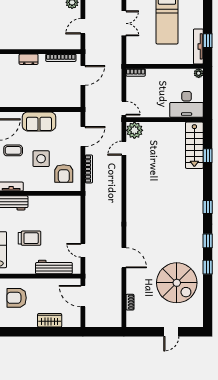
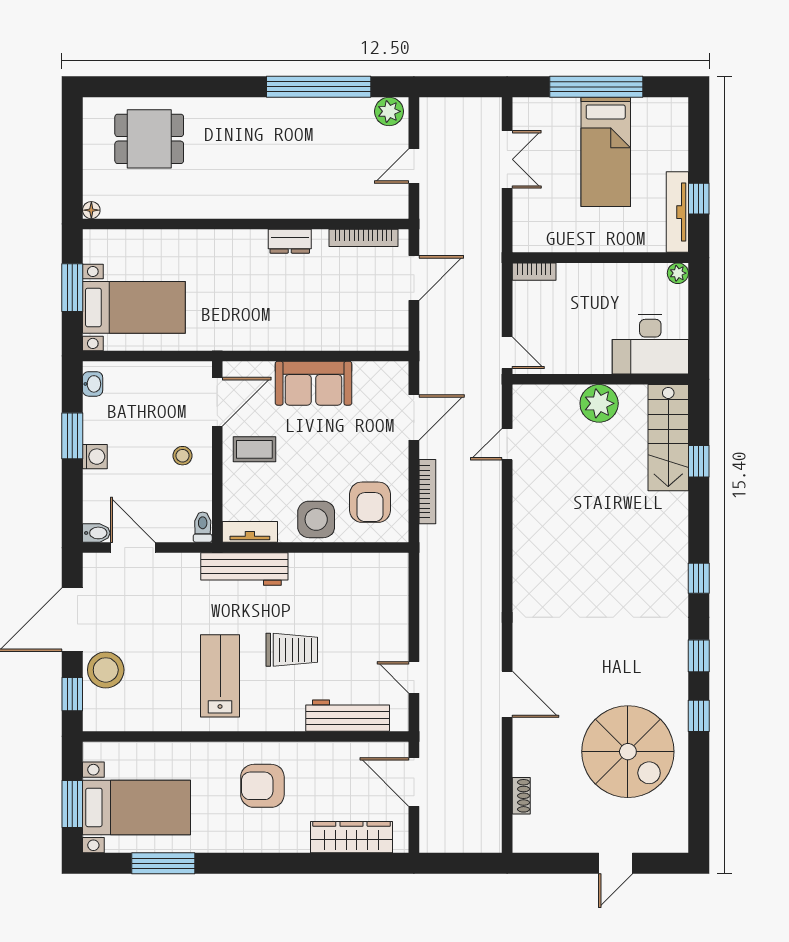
plant: (134, 130) -> (599, 403), moved
side table: (41, 159) -> (316, 519), moved
wardrobe: (50, 320) -> (351, 837), width x1.50

